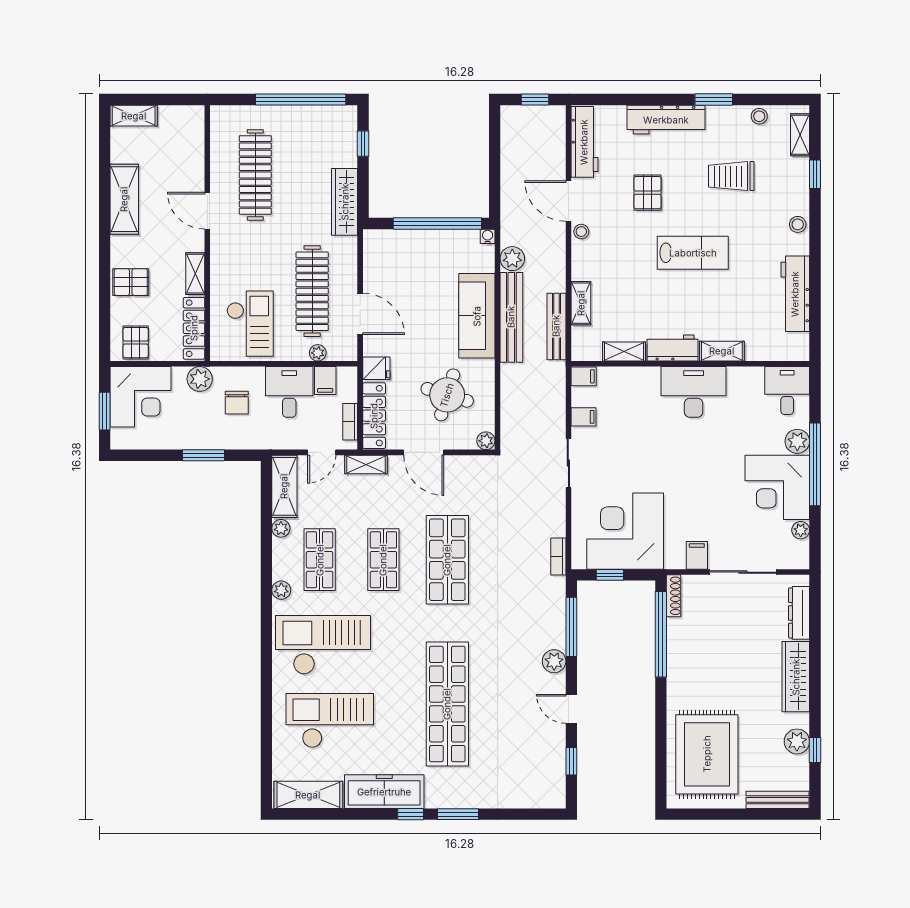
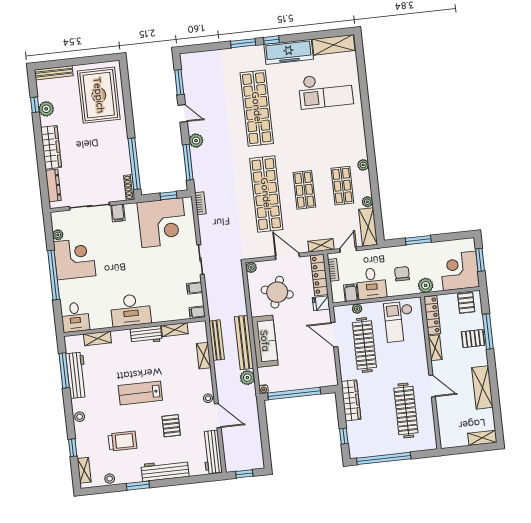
window: (105, 291) -> (488, 331), added
window: (815, 304) -> (64, 371), added
shelving: (722, 351) -> (97, 338), moved
plant: (797, 441) -> (66, 288), removed
shop shelf: (447, 560) -> (266, 194), width x1.40
checkout: (323, 645) -> (335, 135), removed
window: (571, 761) -> (179, 82), width x1.50

